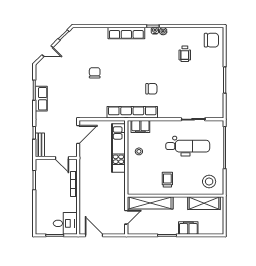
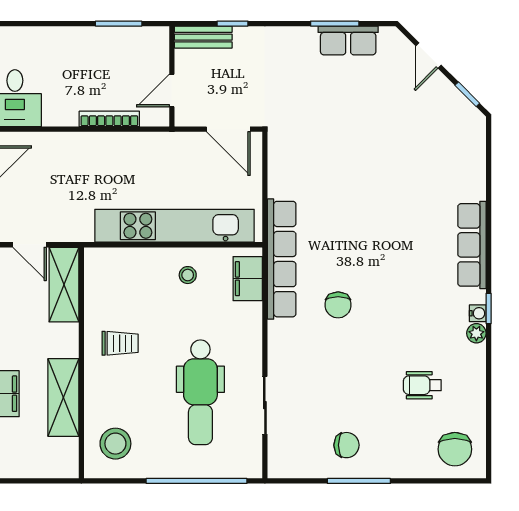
chair: (95, 73) -> (346, 445), moved
row of seats: (41, 99) -> (348, 41), moved
kitchen unit: (118, 148) -> (175, 226), width x1.36
shelving: (150, 203) -> (64, 285), width x0.68
shelving: (204, 203) -> (63, 398), moved

